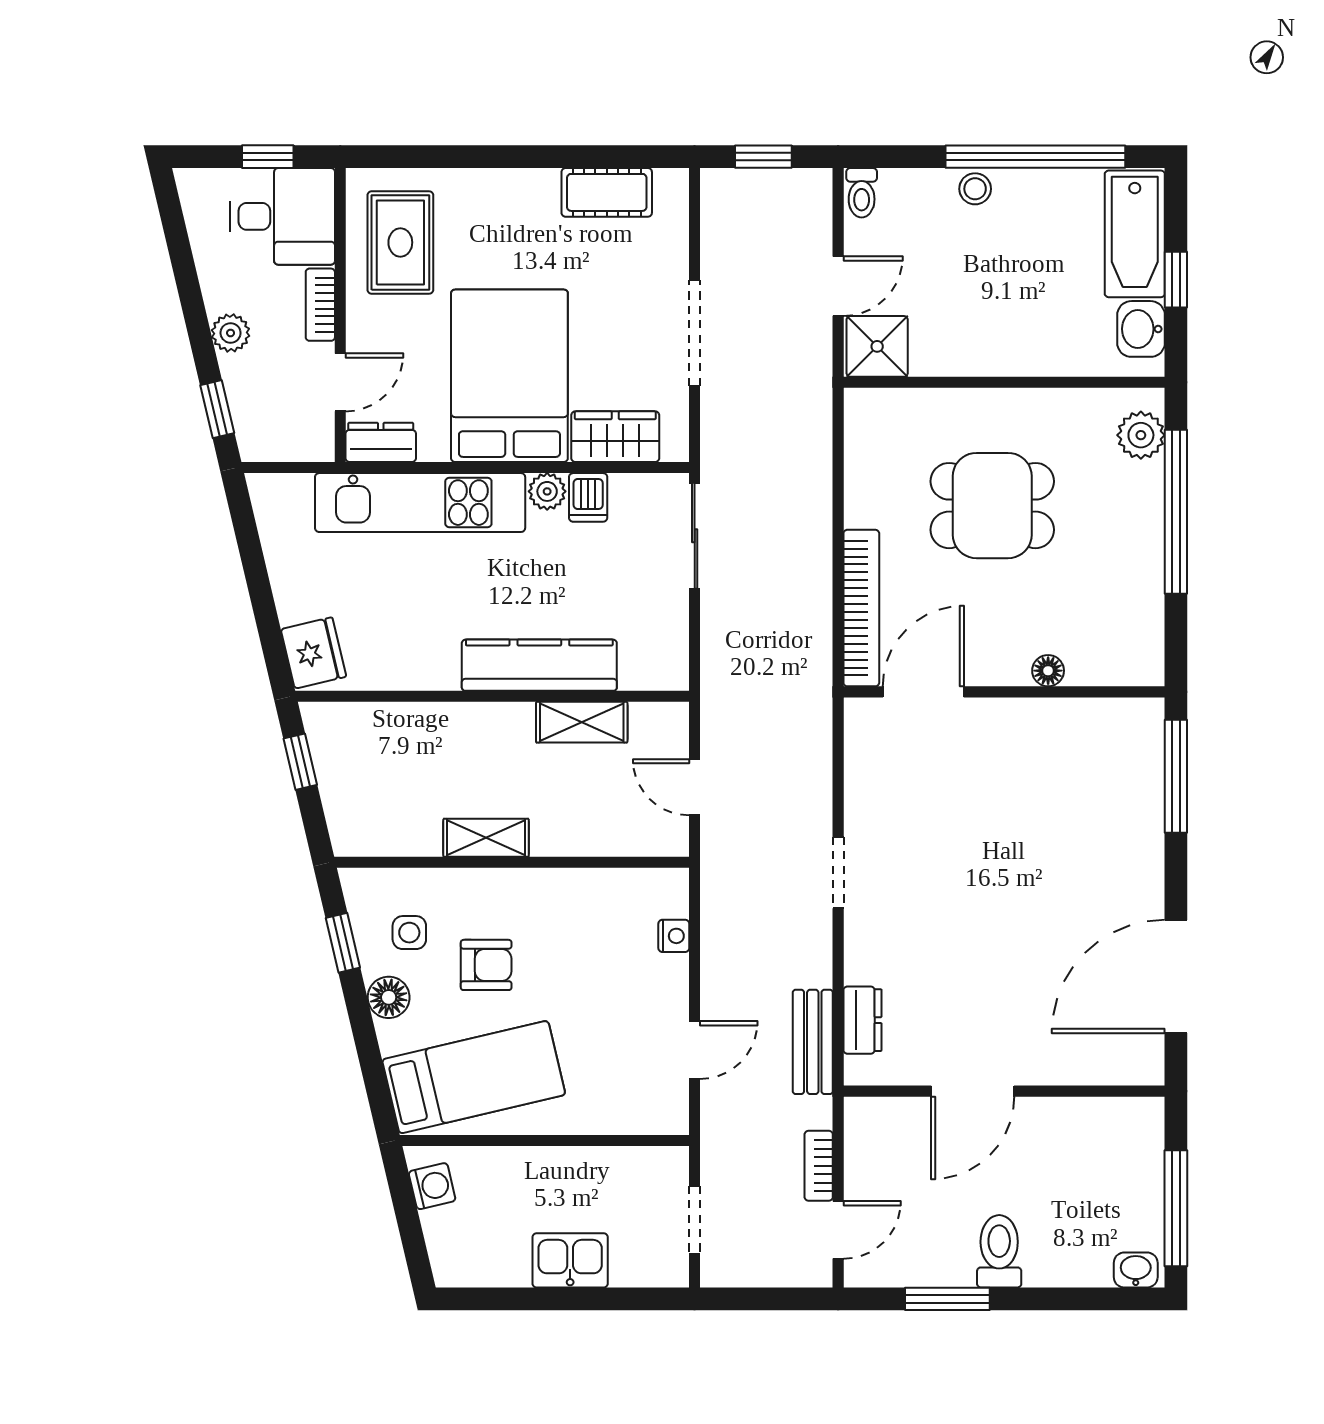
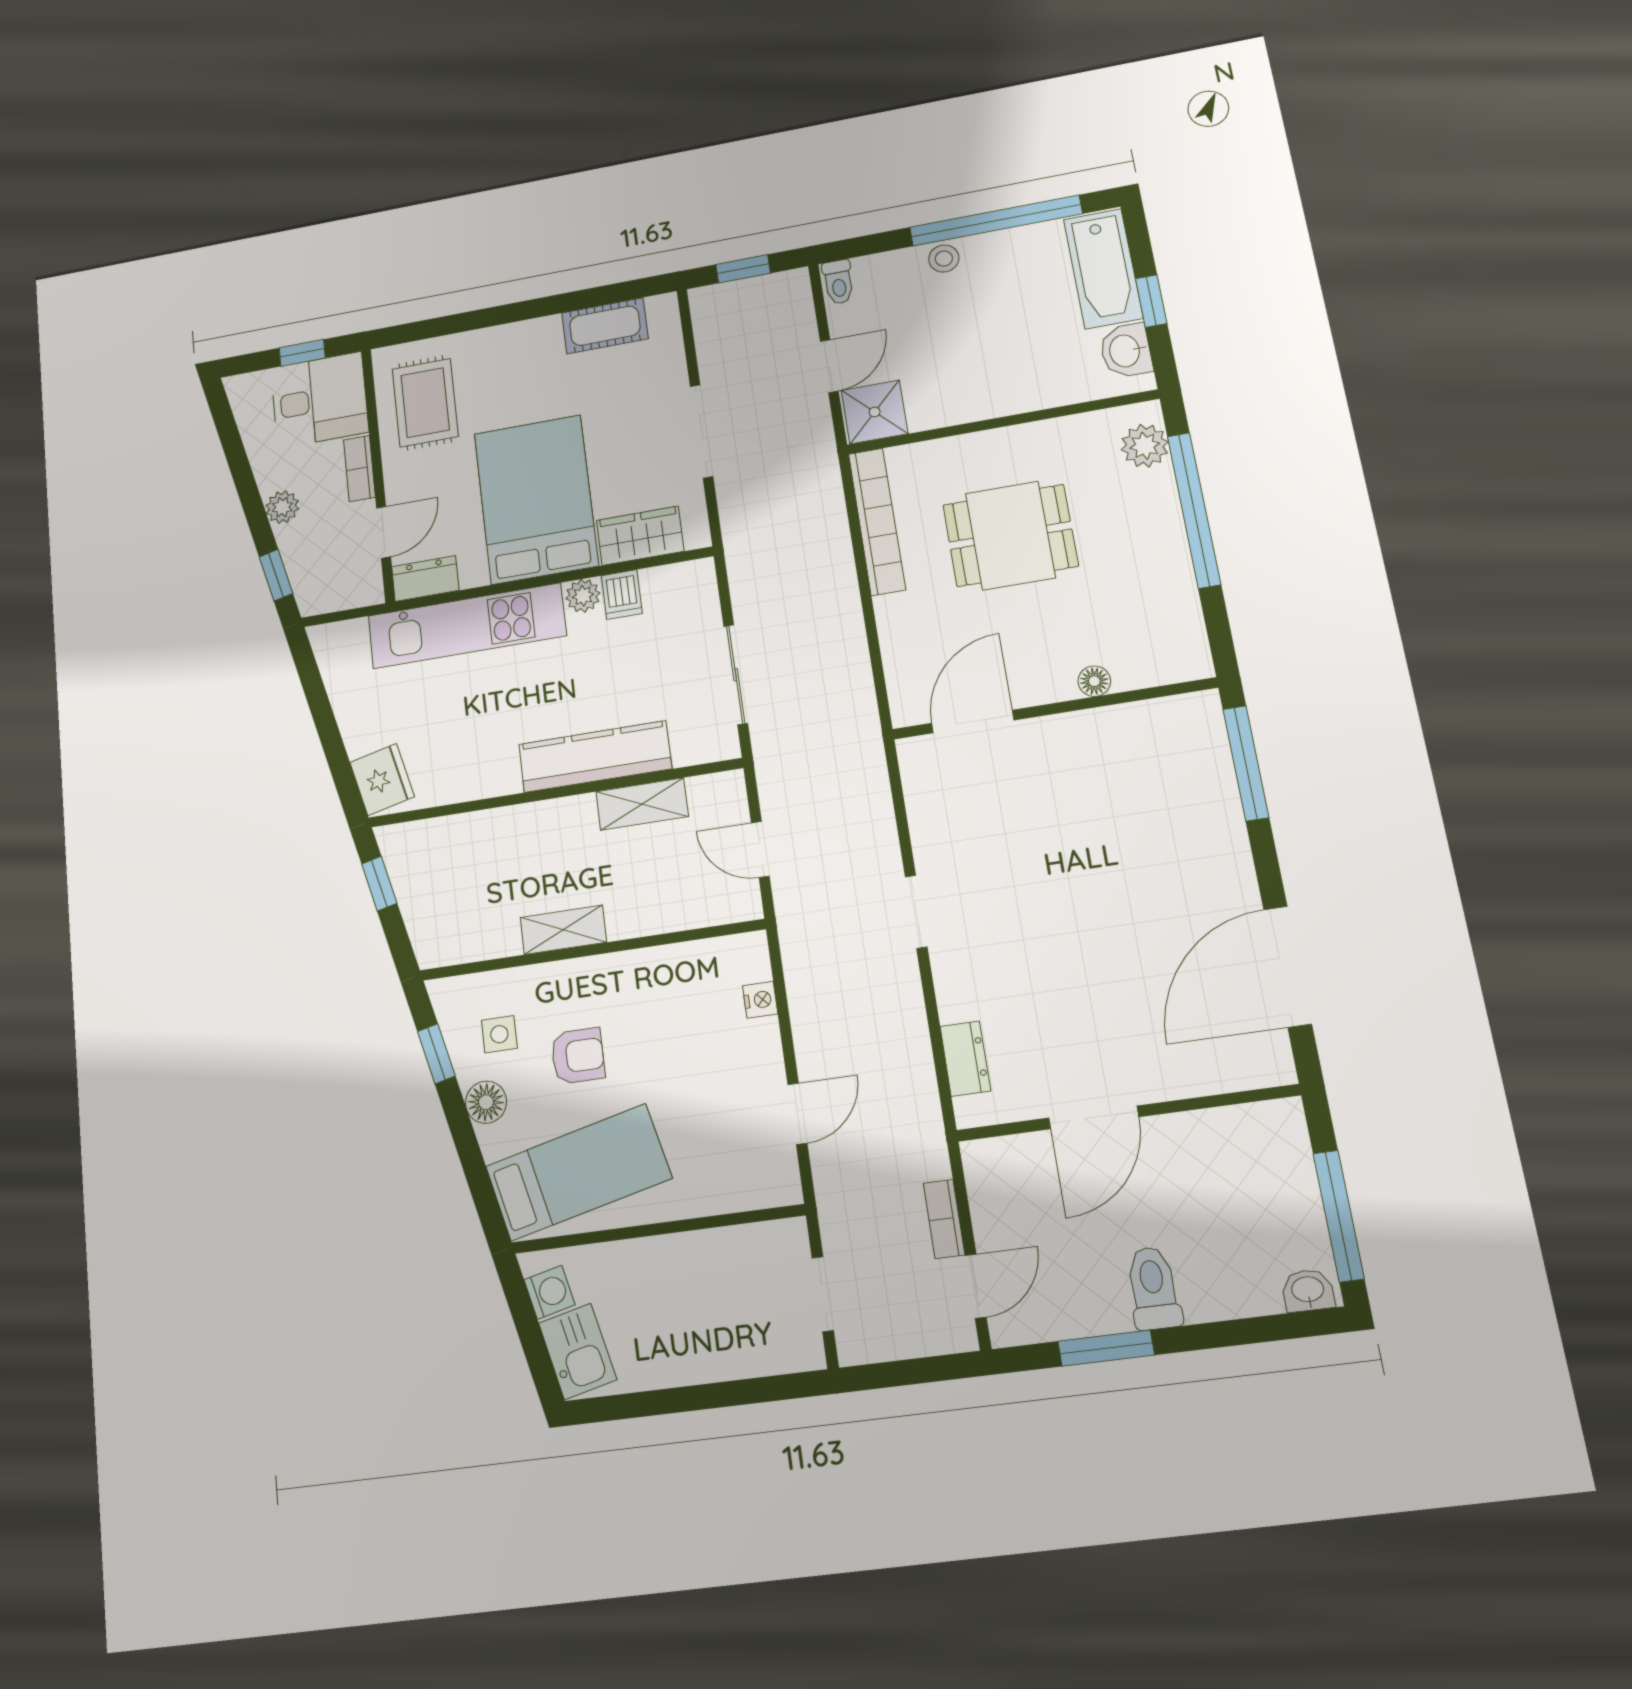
sliding door: (695, 536) -> (736, 675), moved
bookcase: (861, 608) -> (877, 522), moved
bench: (813, 1042) -> (917, 1088), removed
kitchen sink: (570, 1260) -> (578, 1351), moved, turned 77

